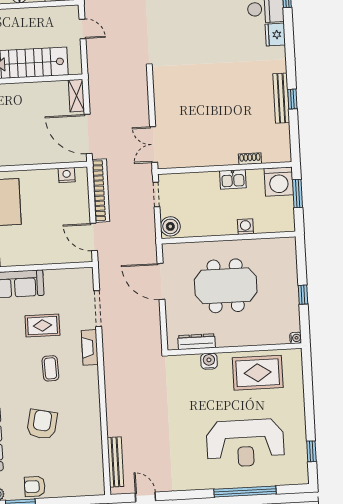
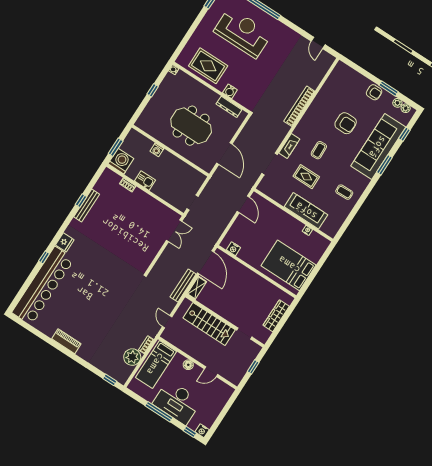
bookcase: (101, 191) -> (299, 106), moved
boiler: (170, 226) -> (198, 180), removed
armchair: (42, 424) -> (346, 123), turned -102
bench: (115, 462) -> (183, 285), moved

